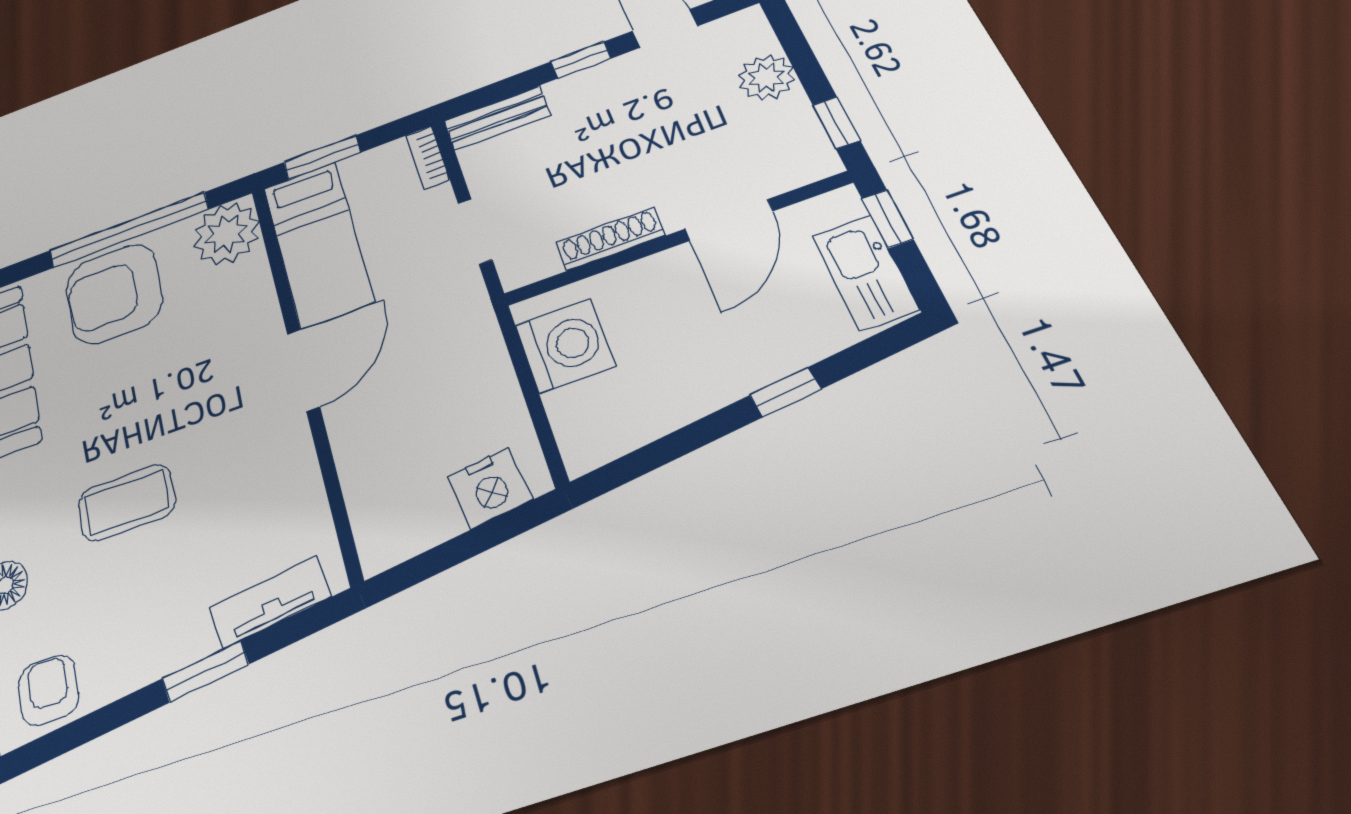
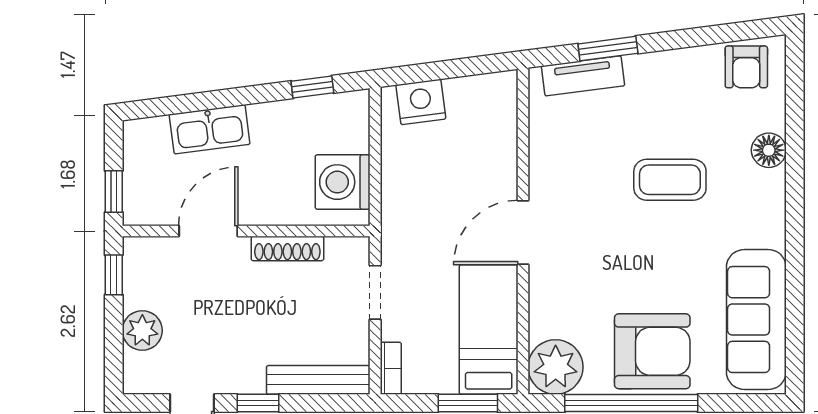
bench: (497, 118) -> (318, 380), width x1.36
kitchen sink: (865, 272) -> (210, 129), moved, turned 83
window: (785, 392) -> (312, 87), moved
window: (205, 671) -> (608, 49), moved

